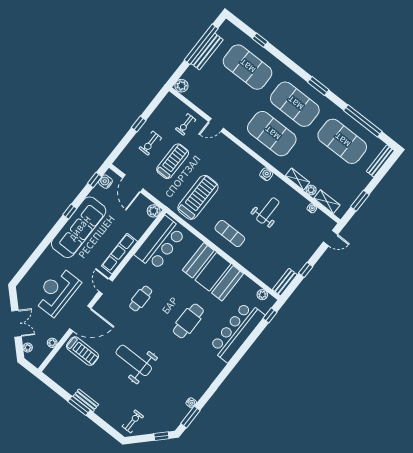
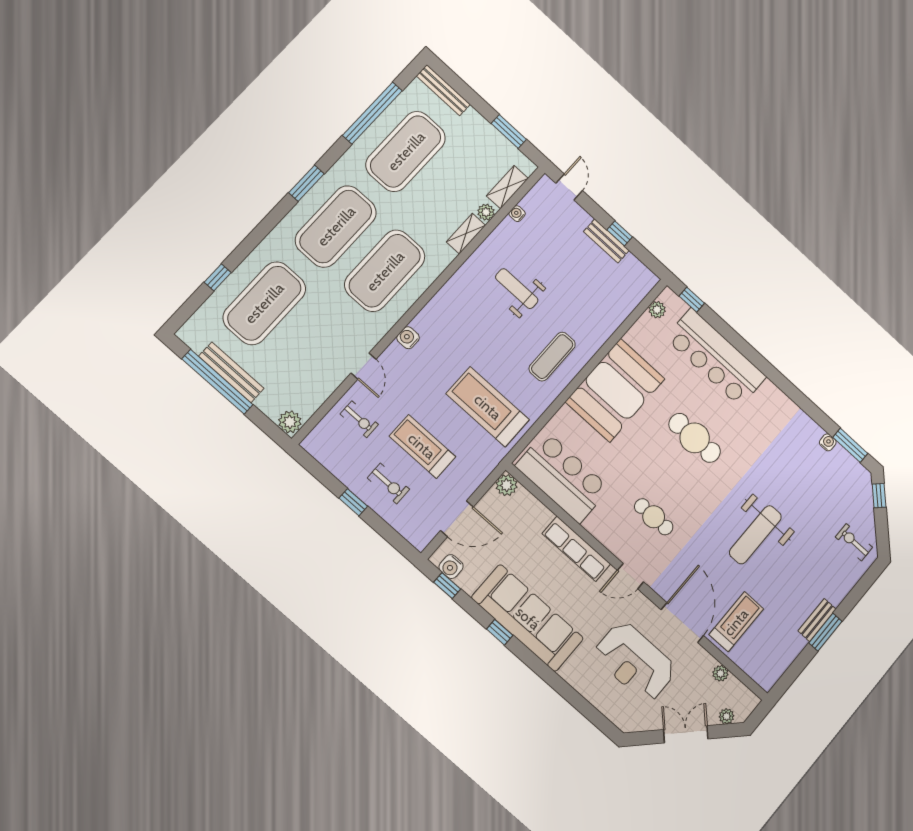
water cooler: (266, 174) -> (408, 338), moved
bench: (285, 282) -> (606, 241), moved

